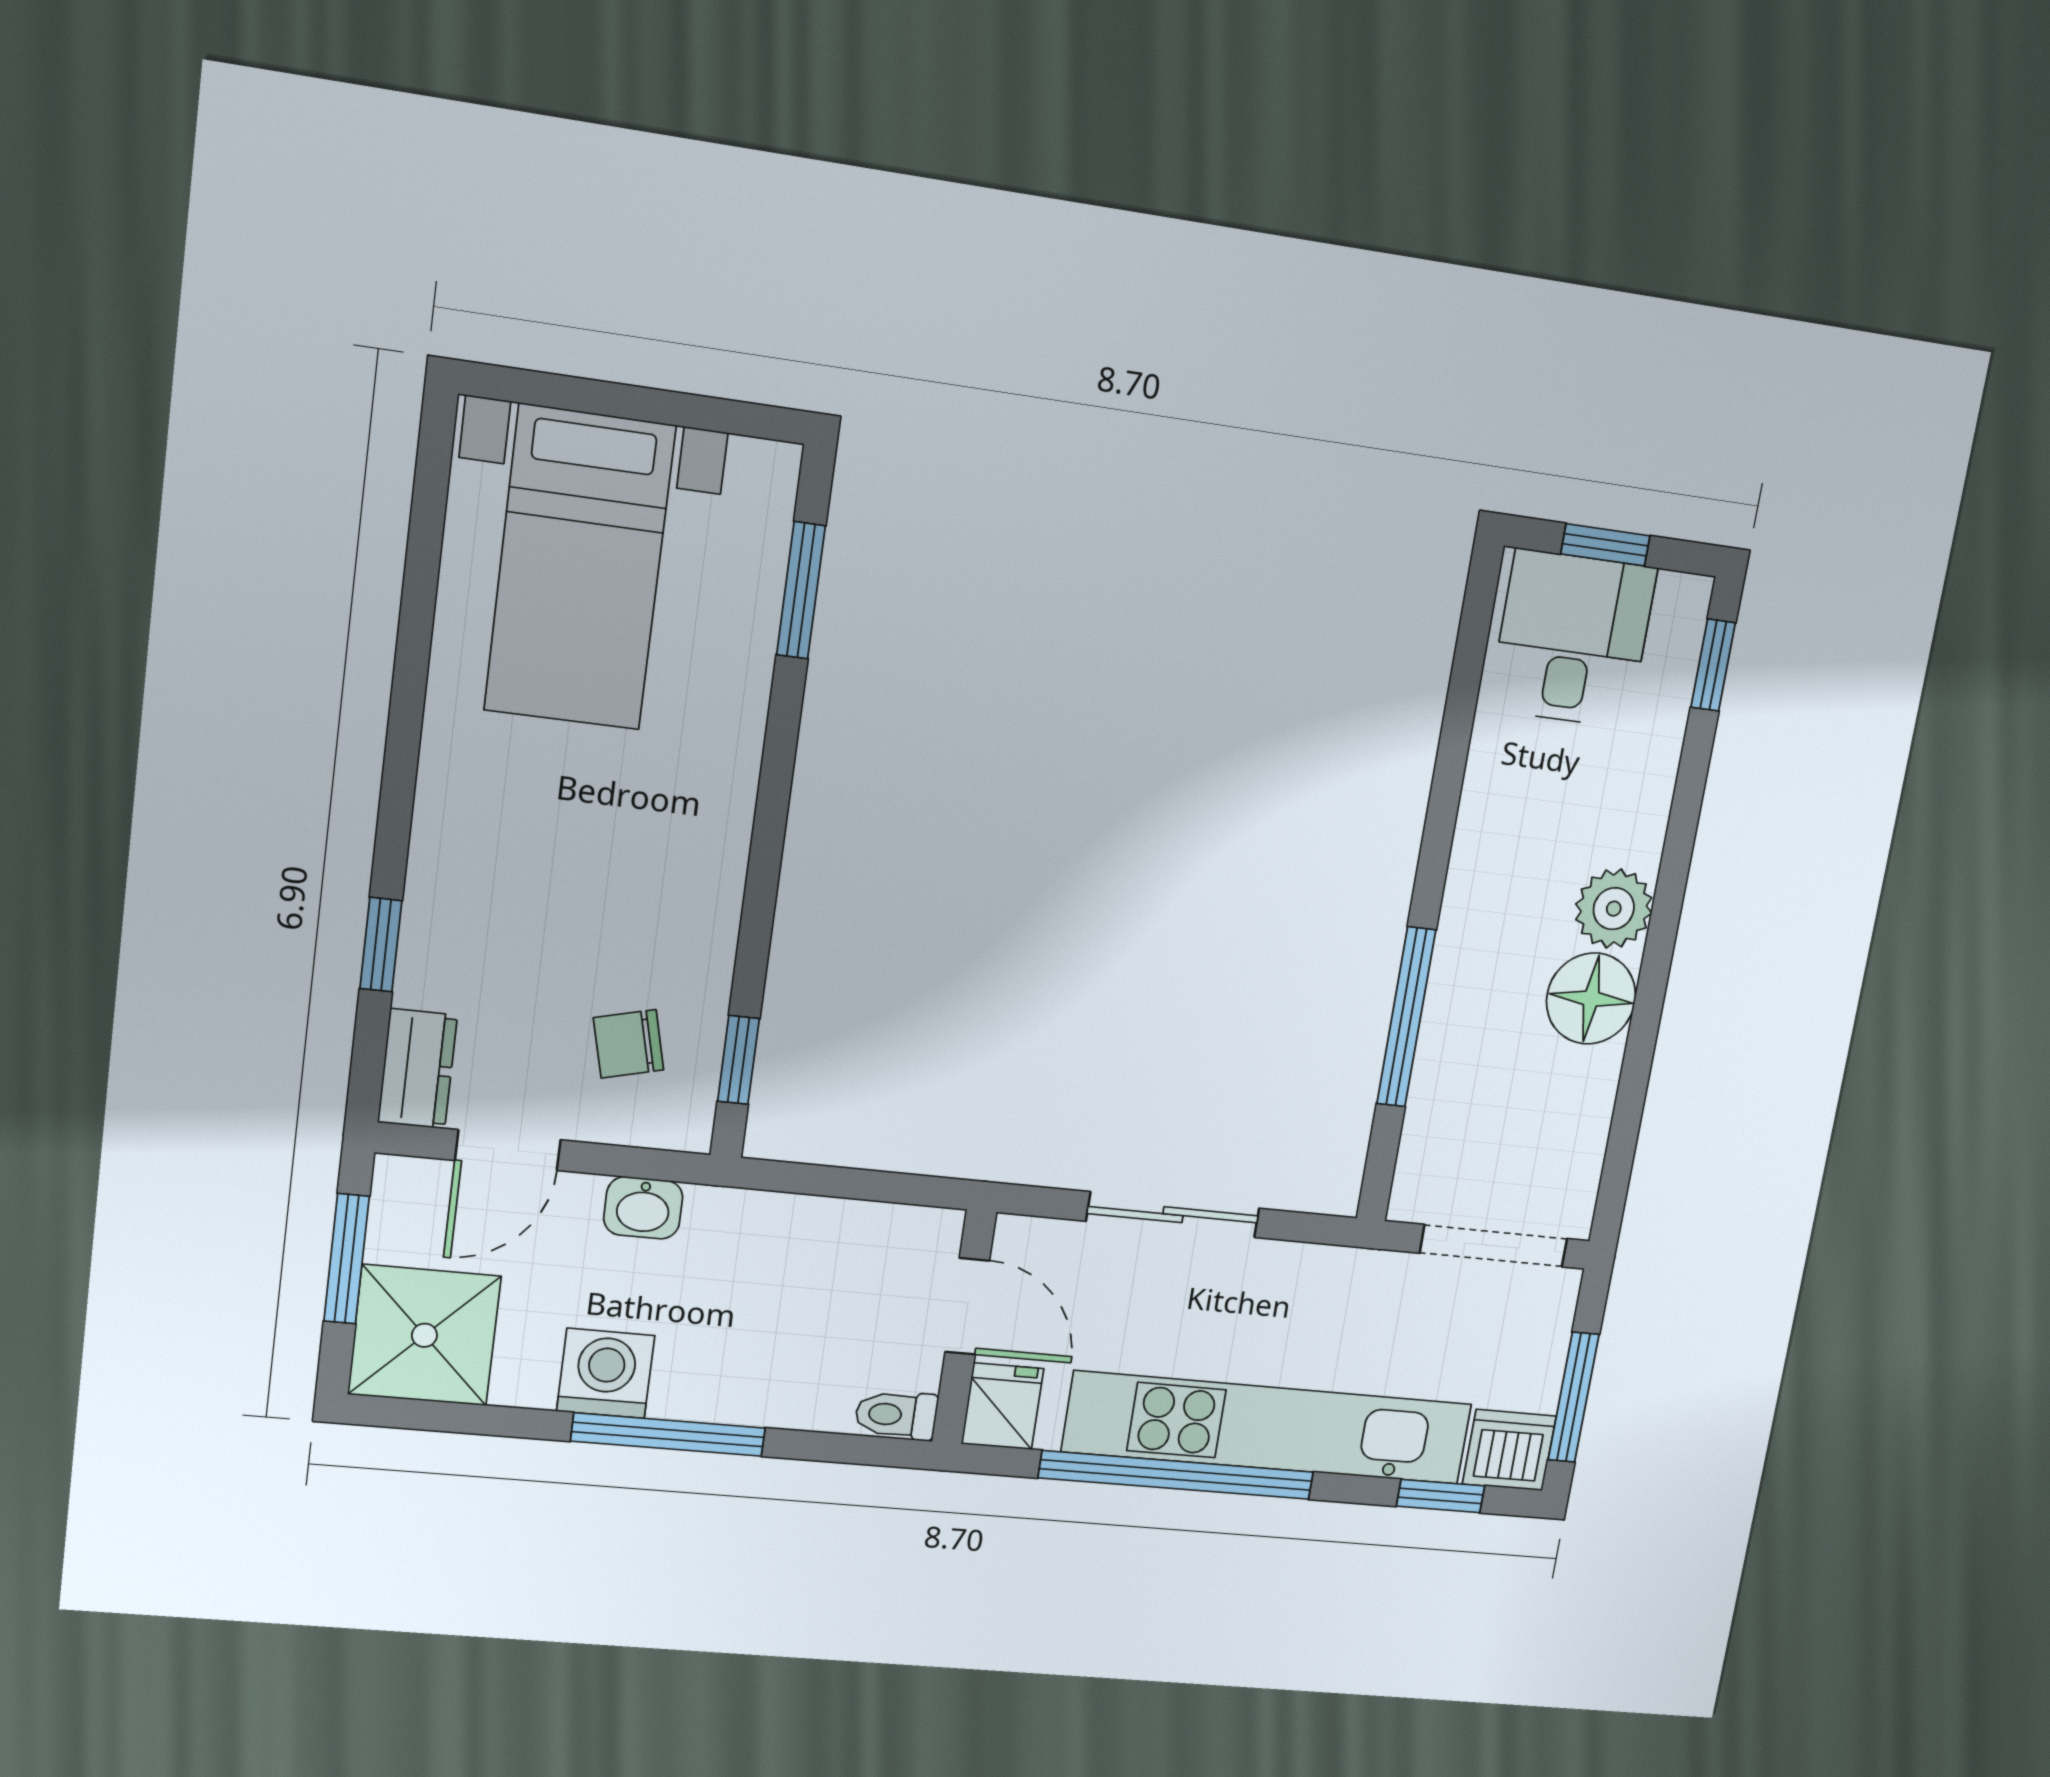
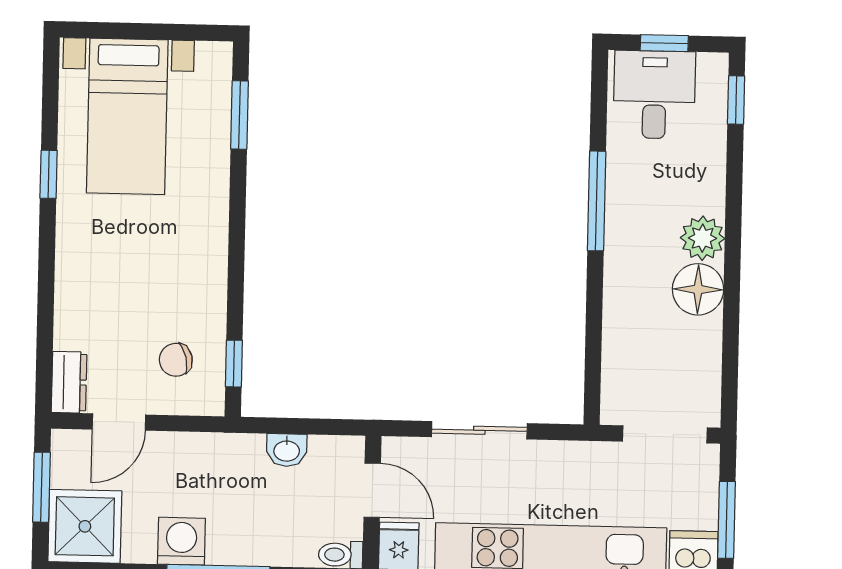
window: (381, 945) -> (49, 174), moved
window: (1406, 1017) -> (597, 201), moved
washbasin: (643, 1208) -> (287, 450), moved

